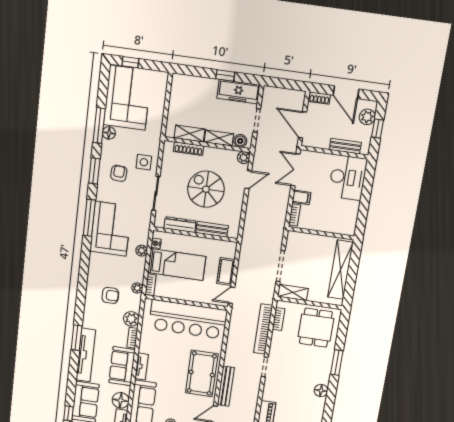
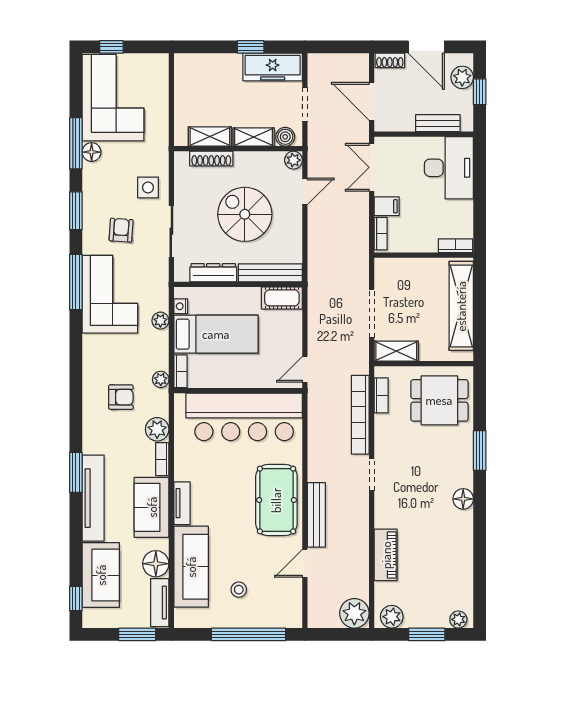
armchair: (119, 173) -> (121, 230), moved
bench: (212, 229) -> (270, 273), width x1.36
bookcase: (343, 230) -> (455, 246), added
cot: (226, 272) -> (282, 298), moved, turned 90
dining table: (316, 328) -> (439, 400), turned 90

